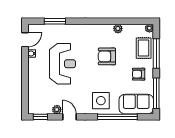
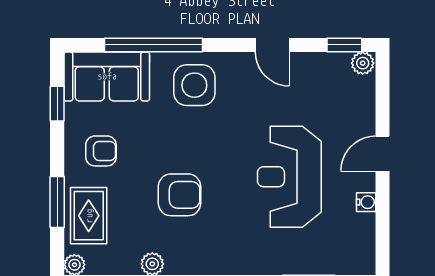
door: (25, 40) -> (382, 154), moved
window: (156, 54) -> (57, 202), width x0.69
window: (156, 93) -> (57, 104), width x0.46
plant: (57, 110) -> (363, 63), moved

